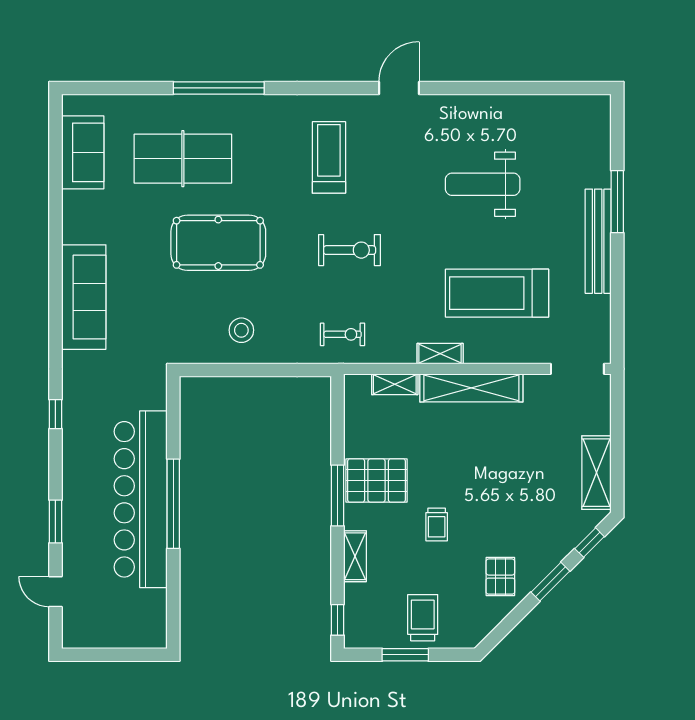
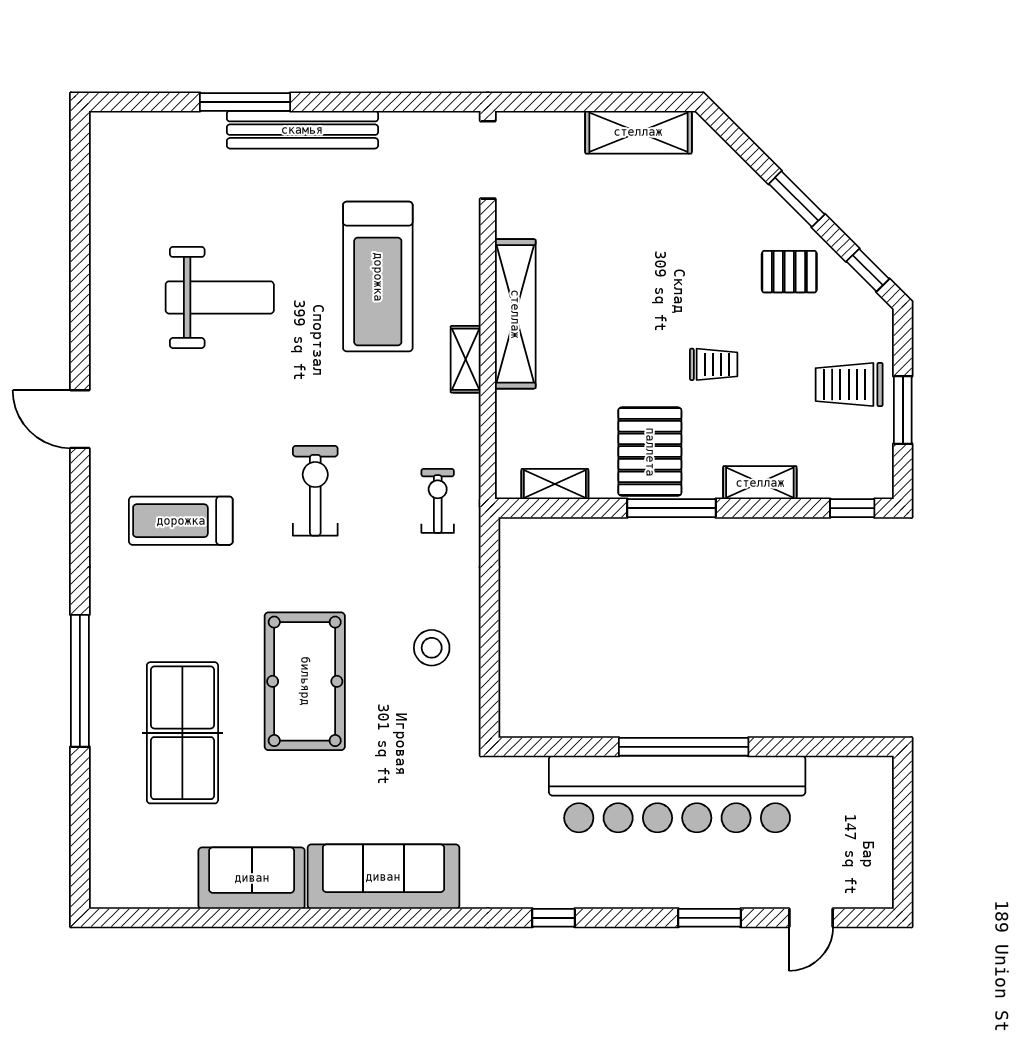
sofa: (83, 152) -> (252, 878), moved
weight bench: (483, 184) -> (220, 297), turned -90
shelving: (395, 384) -> (555, 484), moved, turned 90
window: (590, 543) -> (868, 270), moved

